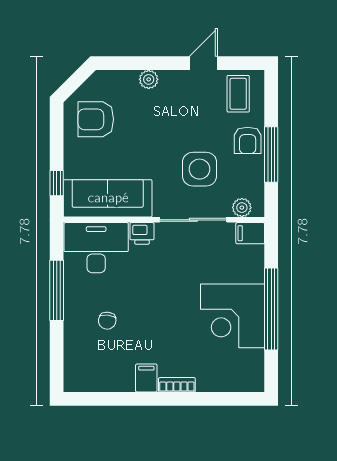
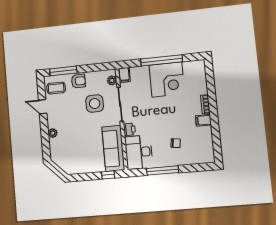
armchair: (96, 119) -> (74, 158), removed
window: (271, 154) -> (63, 71), moved

